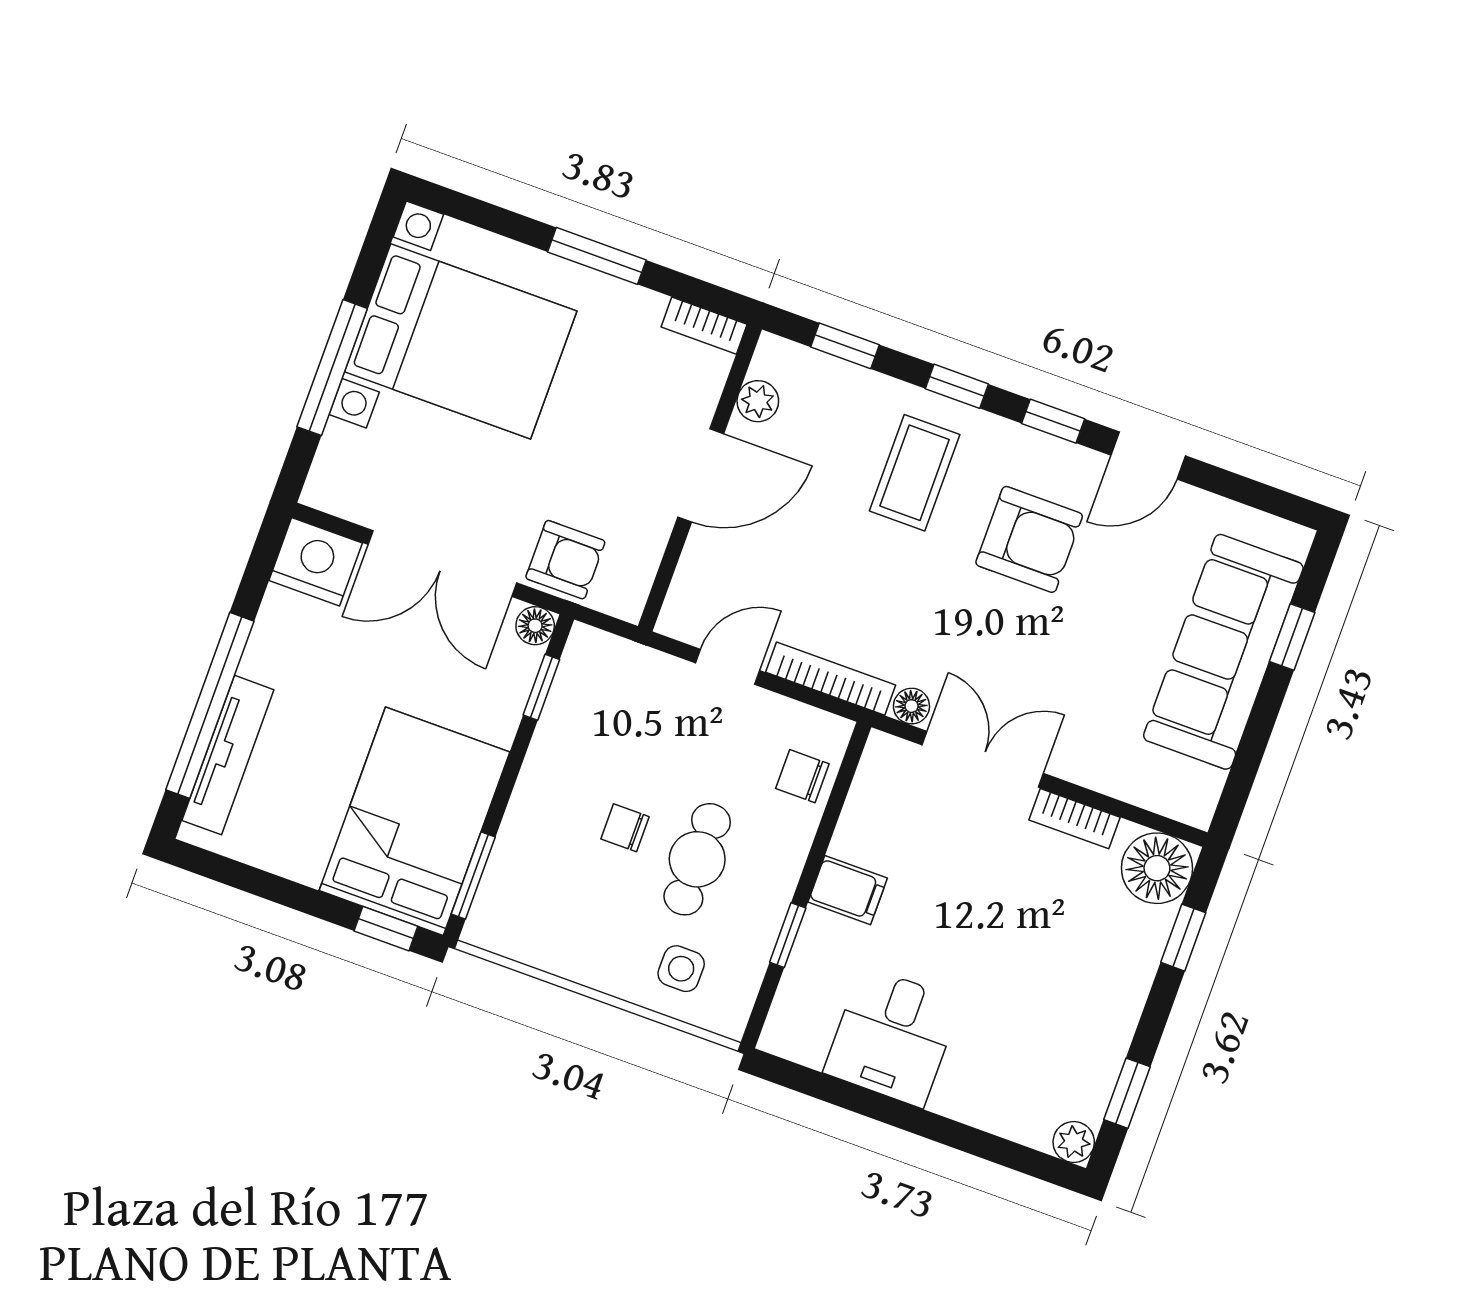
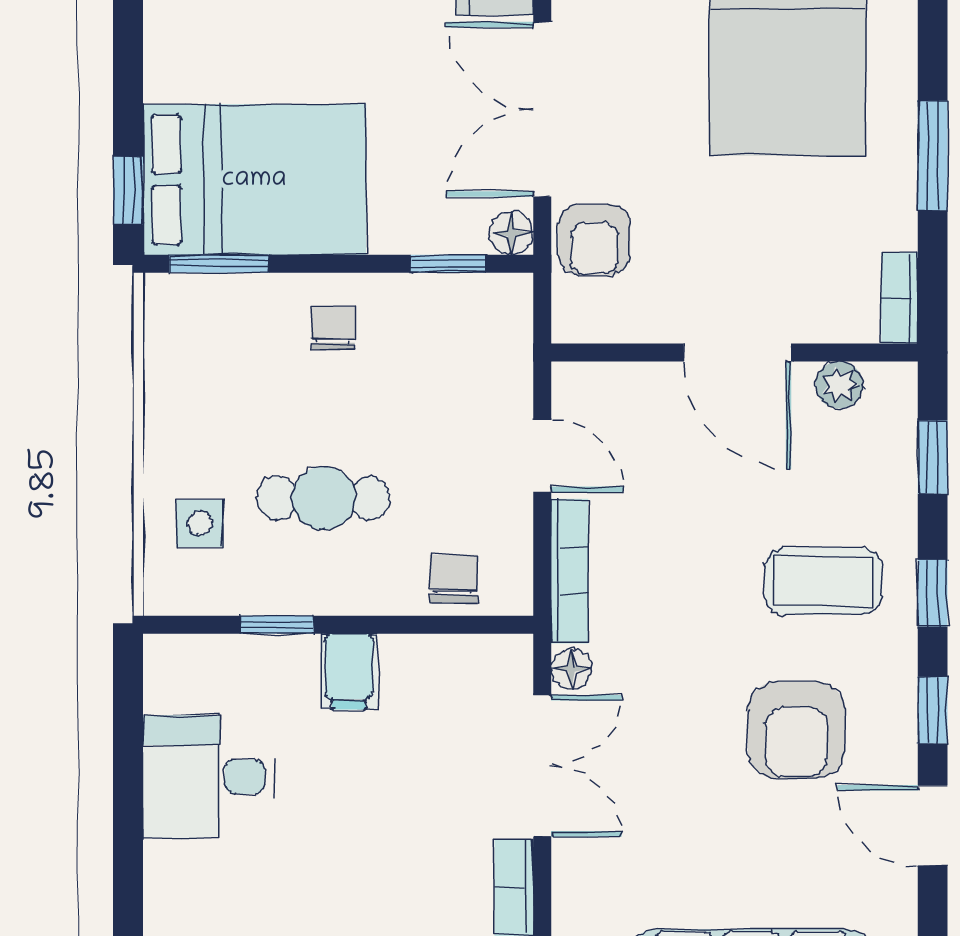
chair: (625, 828) -> (333, 328), moved

